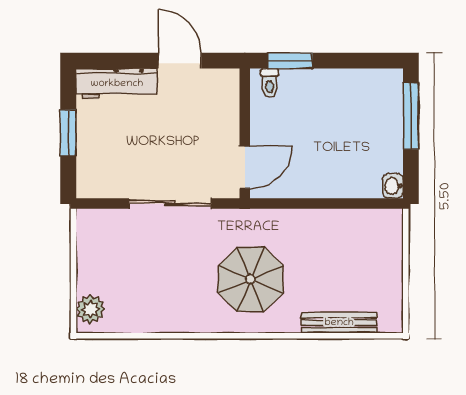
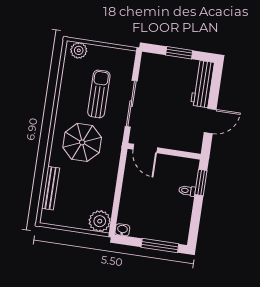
toilet: (270, 83) -> (187, 191), moved
plant: (384, 228) -> (100, 221), added
sun lounger: (161, 263) -> (99, 94), added

